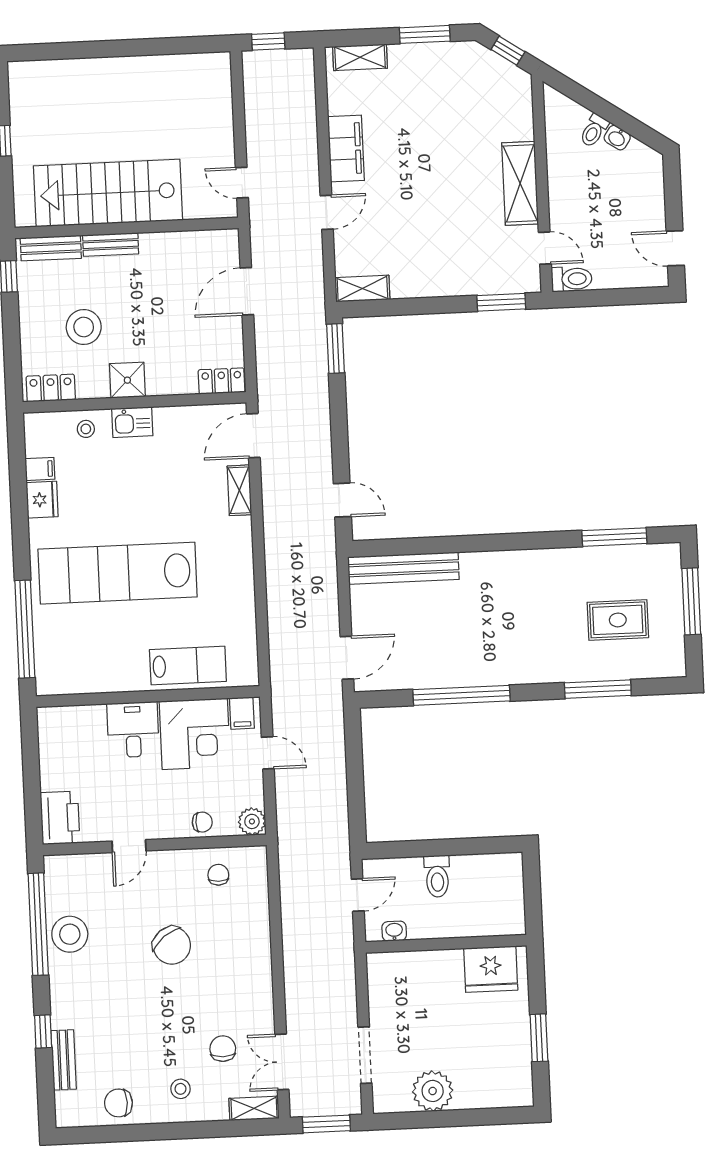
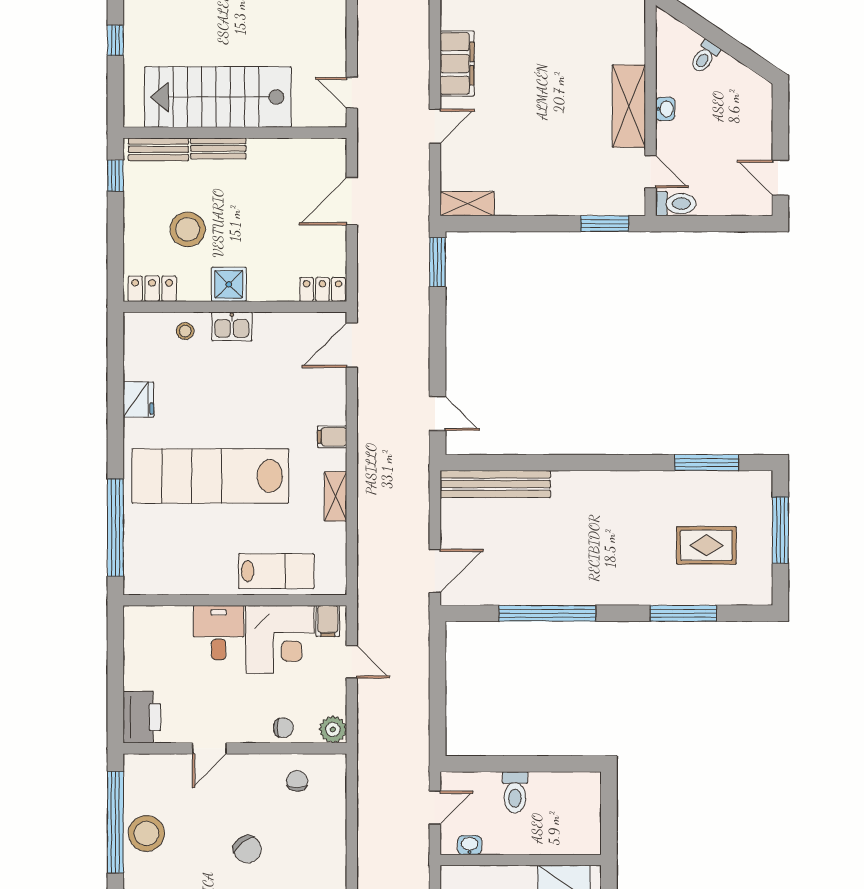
washbasin: (617, 138) -> (665, 109), moved, turned -124
filing cabinet: (40, 469) -> (332, 437), moved, turned 180
shelving: (239, 490) -> (335, 496), moved
chair: (172, 945) -> (247, 849), width x0.73, depth x0.73

